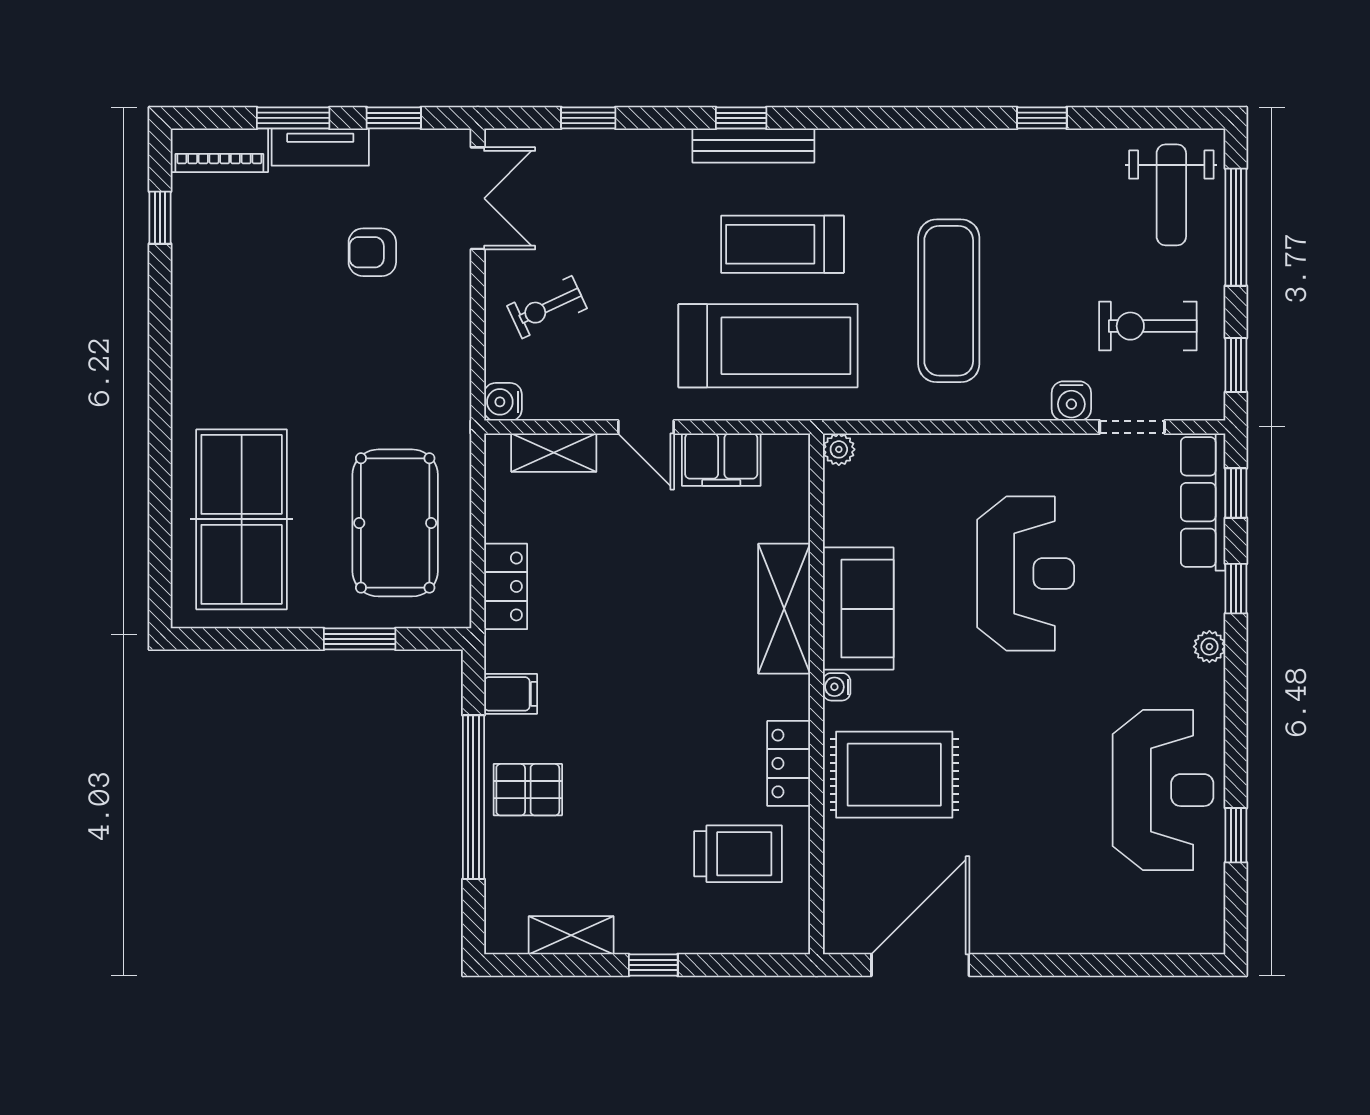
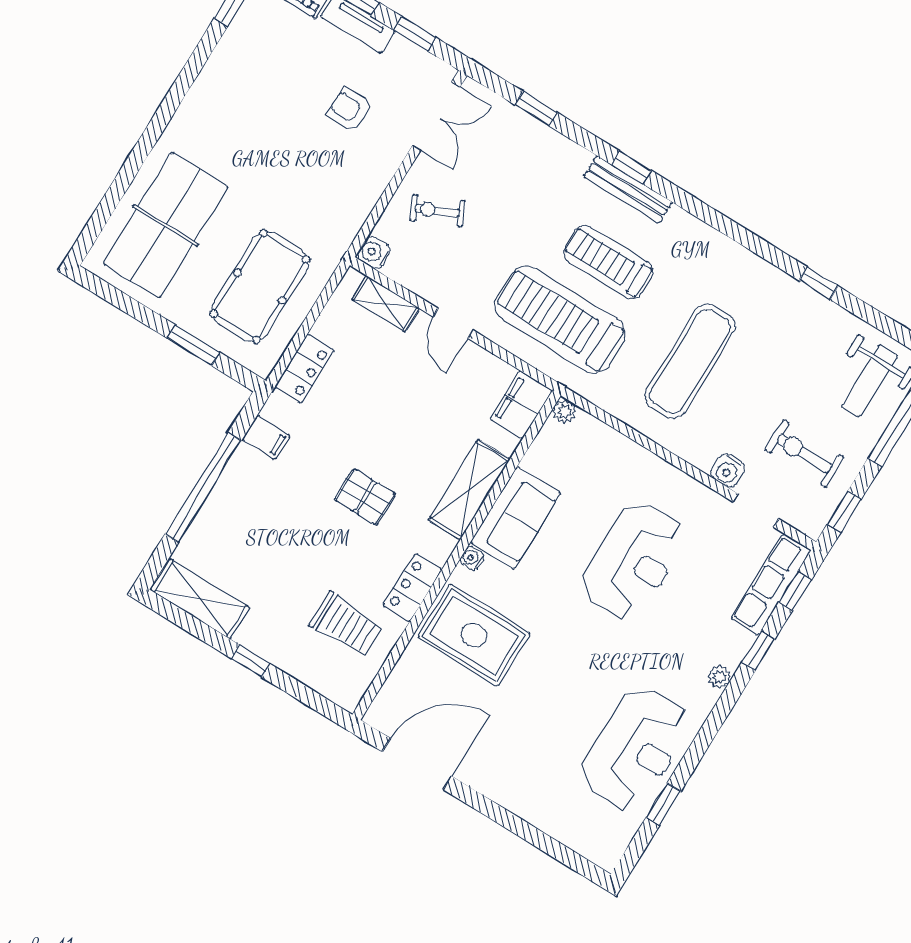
treadmill: (768, 346) -> (560, 320), turned 180
filing cabinet: (721, 460) -> (521, 405), moved, turned 90
pallet: (528, 790) -> (365, 497), moved
shelving: (571, 935) -> (200, 599), width x1.50, depth x1.33

